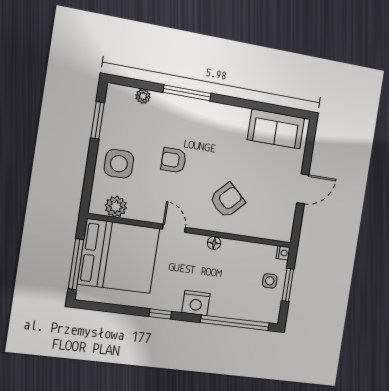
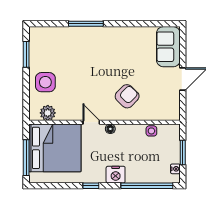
plant: (143, 96) -> (55, 32), removed
sofa: (276, 129) -> (168, 47), moved, turned 90
armchair: (174, 160) -> (84, 73), removed
floor lamp: (214, 243) -> (110, 129), moved
nightstand: (283, 253) -> (175, 169), moved
side table: (270, 281) -> (151, 131), moved

